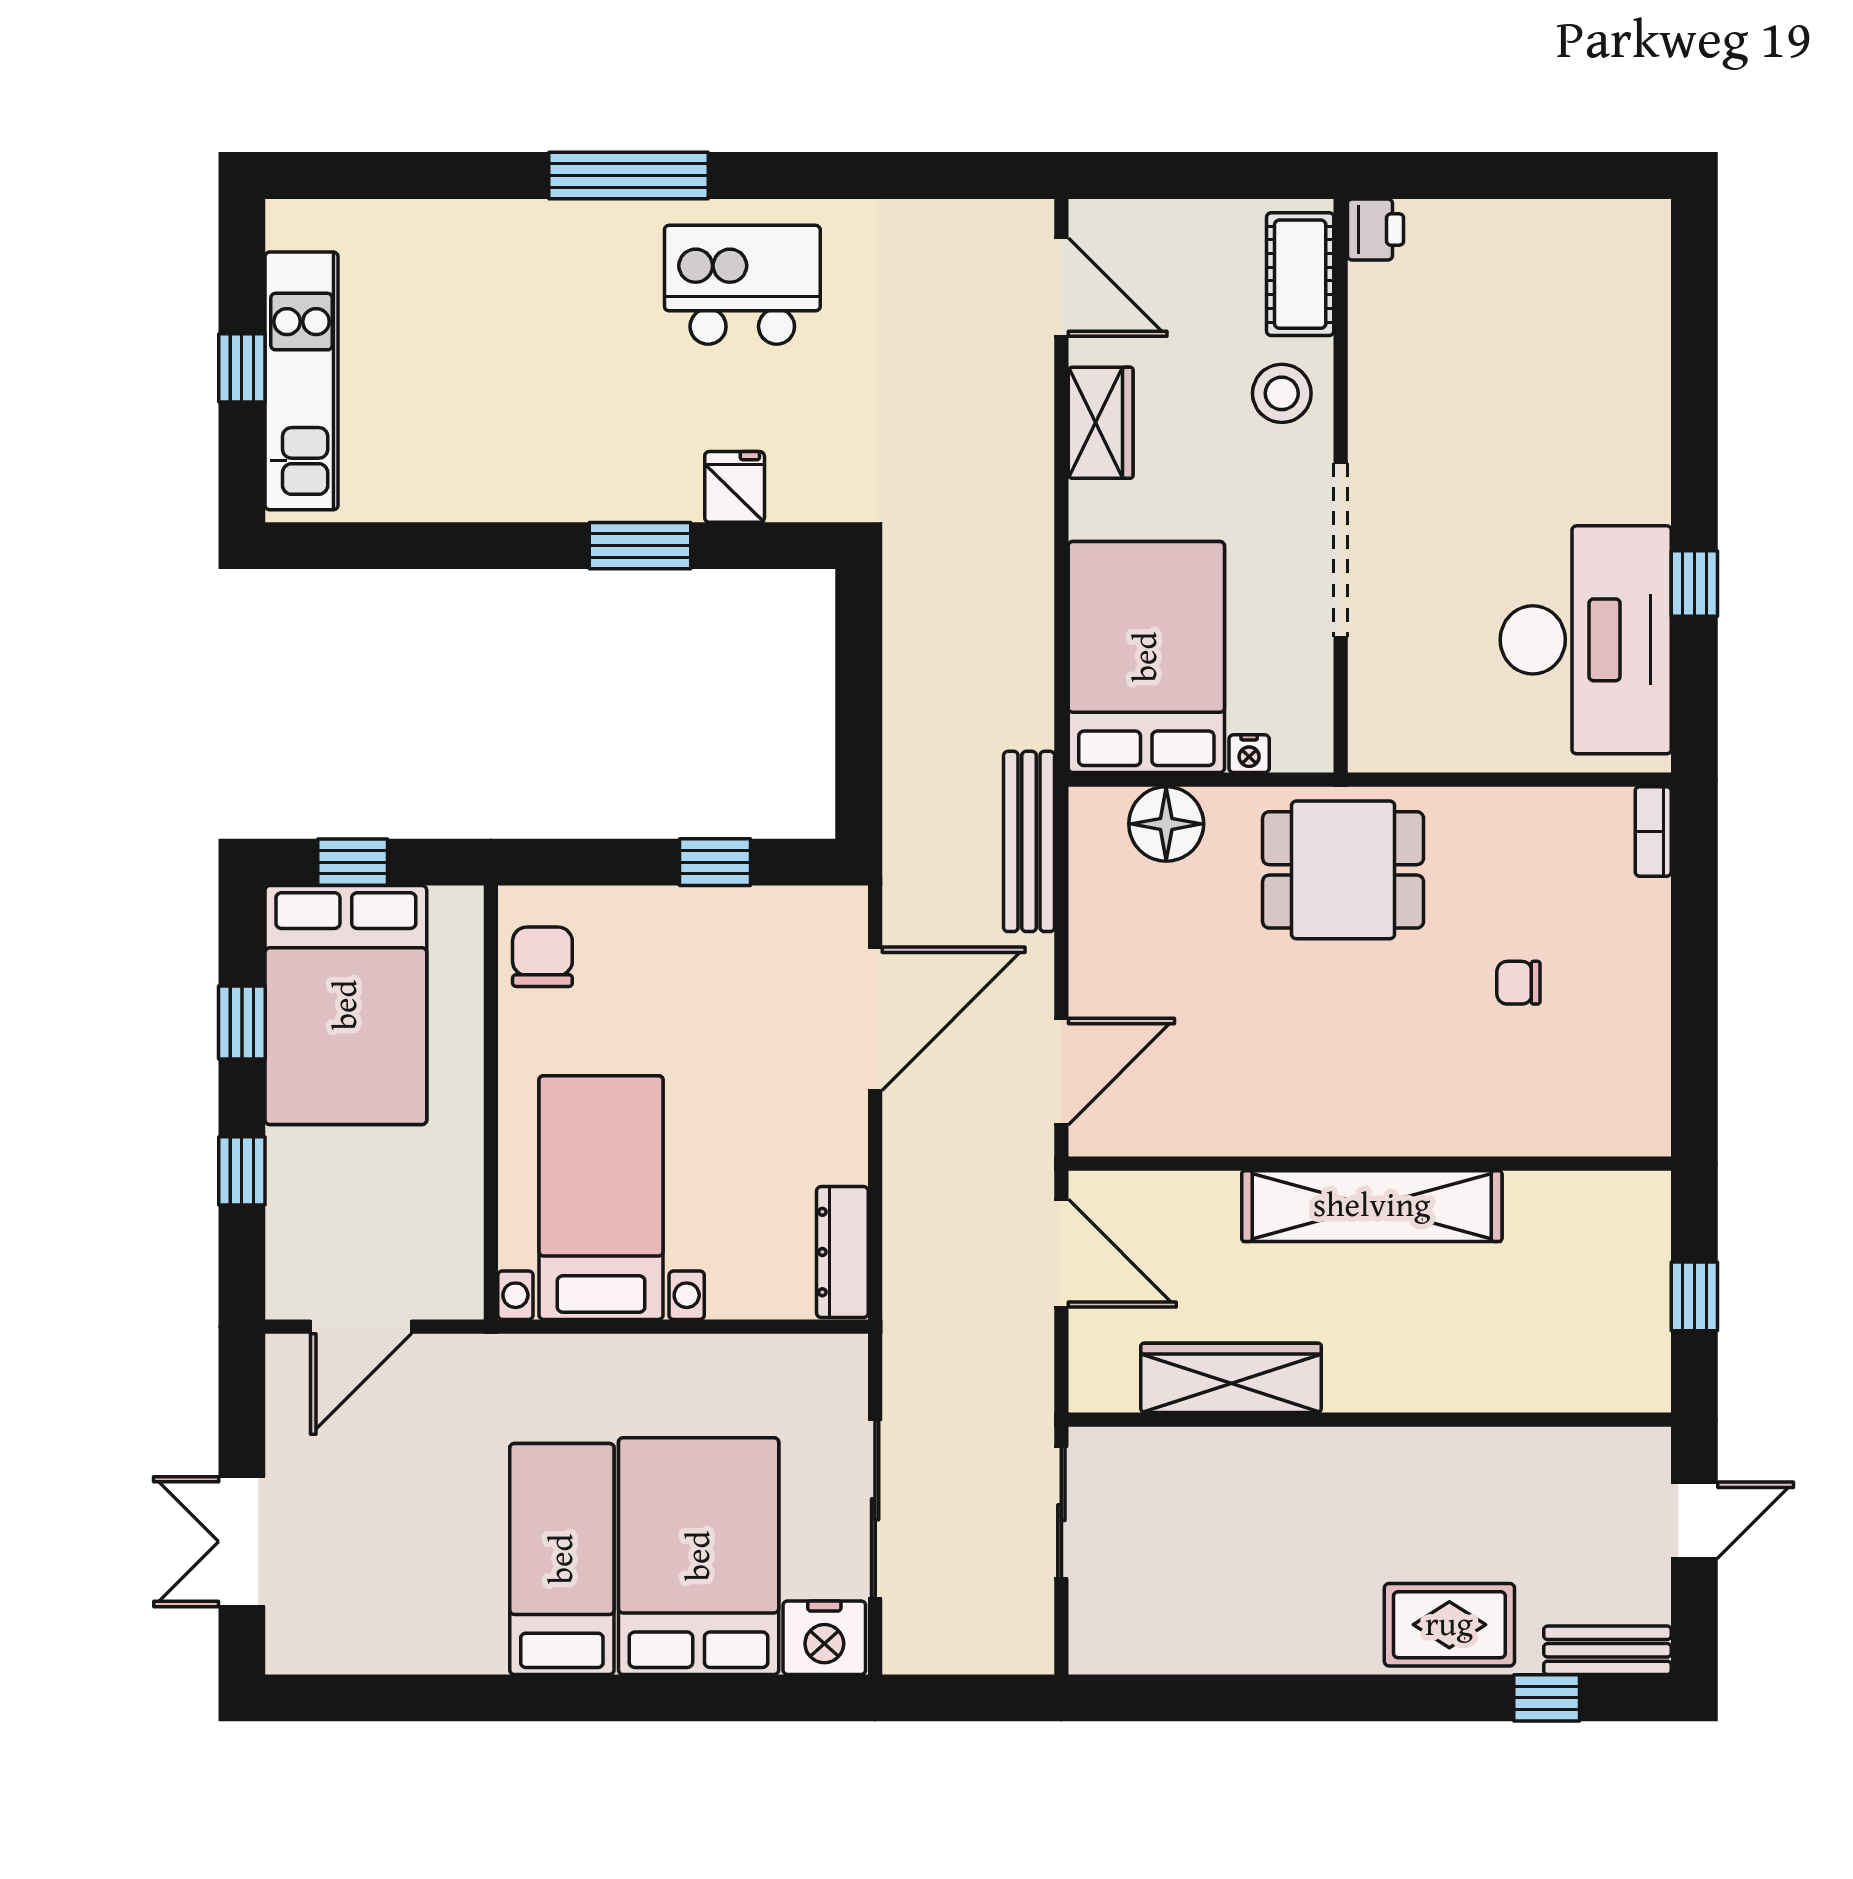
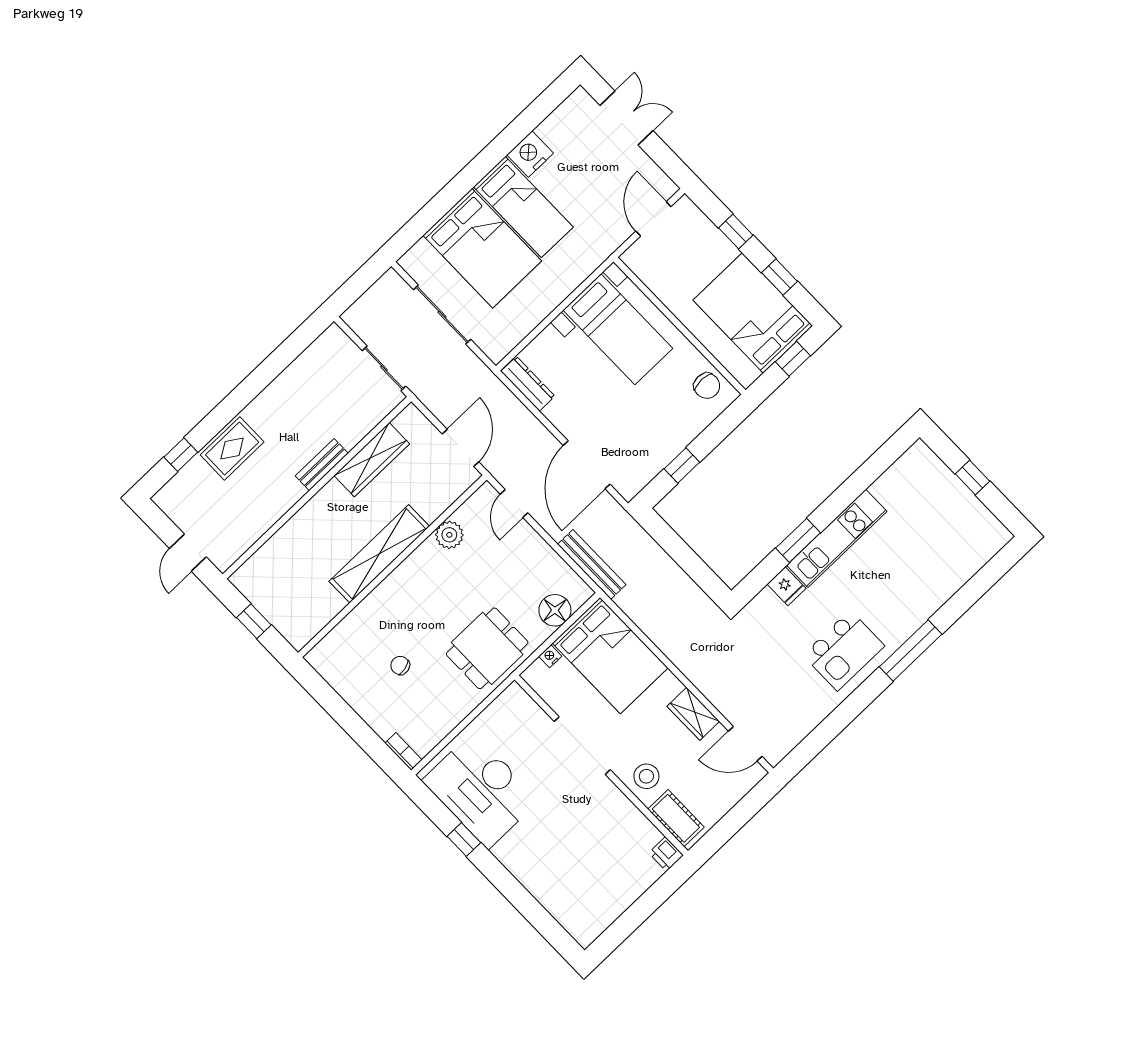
kitchen unit: (302, 381) -> (837, 538), moved, turned -90
chair: (1518, 983) -> (400, 665), turned -102
door: (1061, 1072) -> (514, 503), width x0.73
plant: (1222, 1124) -> (449, 535), added
door: (1061, 1253) -> (460, 448), swing flipped
nightstand: (824, 1638) -> (530, 154), moved
bench: (1607, 1650) -> (322, 465), moved

